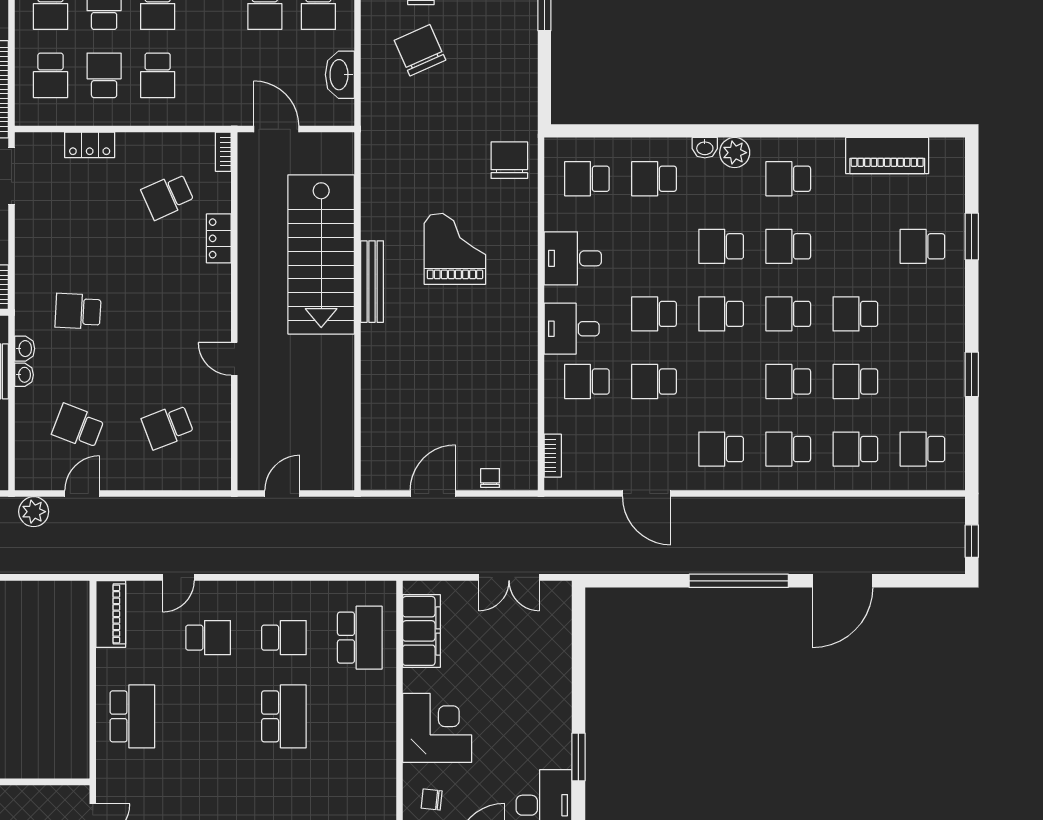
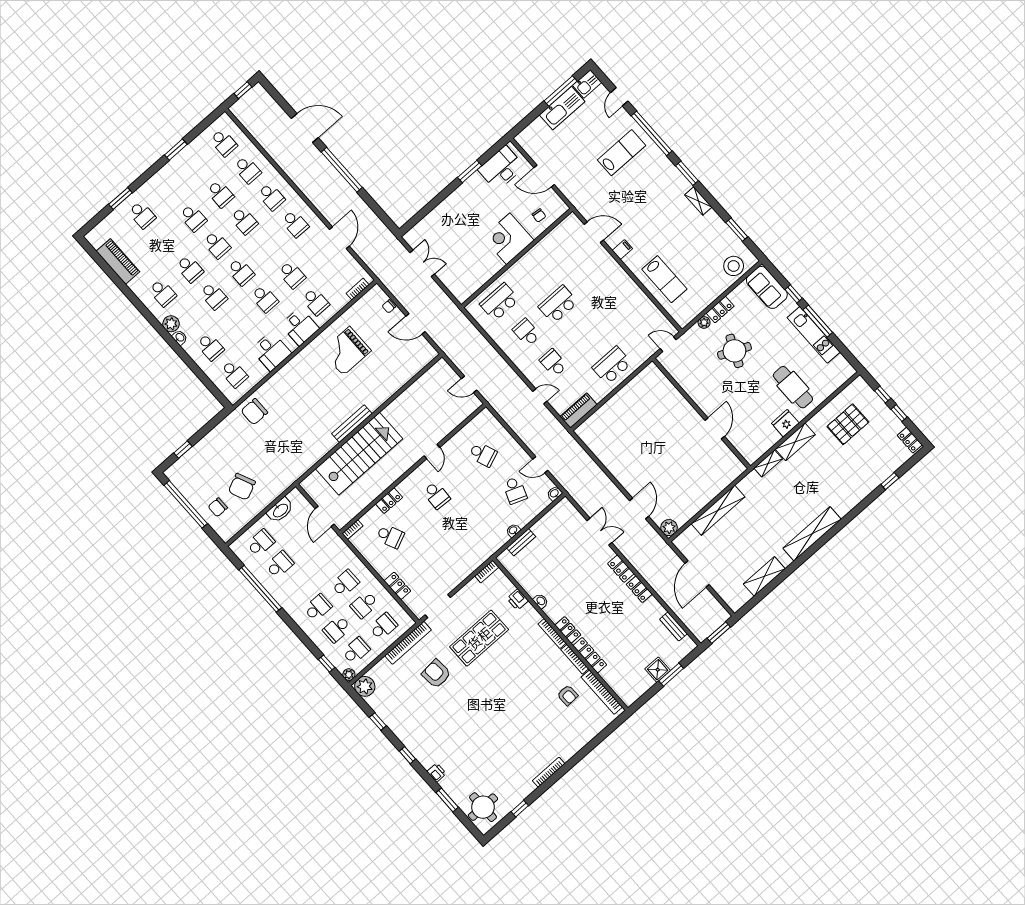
grand piano: (455, 249) -> (346, 351), moved
school desk: (78, 311) -> (437, 495), moved
washbasin: (25, 349) -> (554, 494), moved
plant: (34, 512) -> (565, 478), removed
filing cabinet: (421, 631) -> (475, 280), removed

